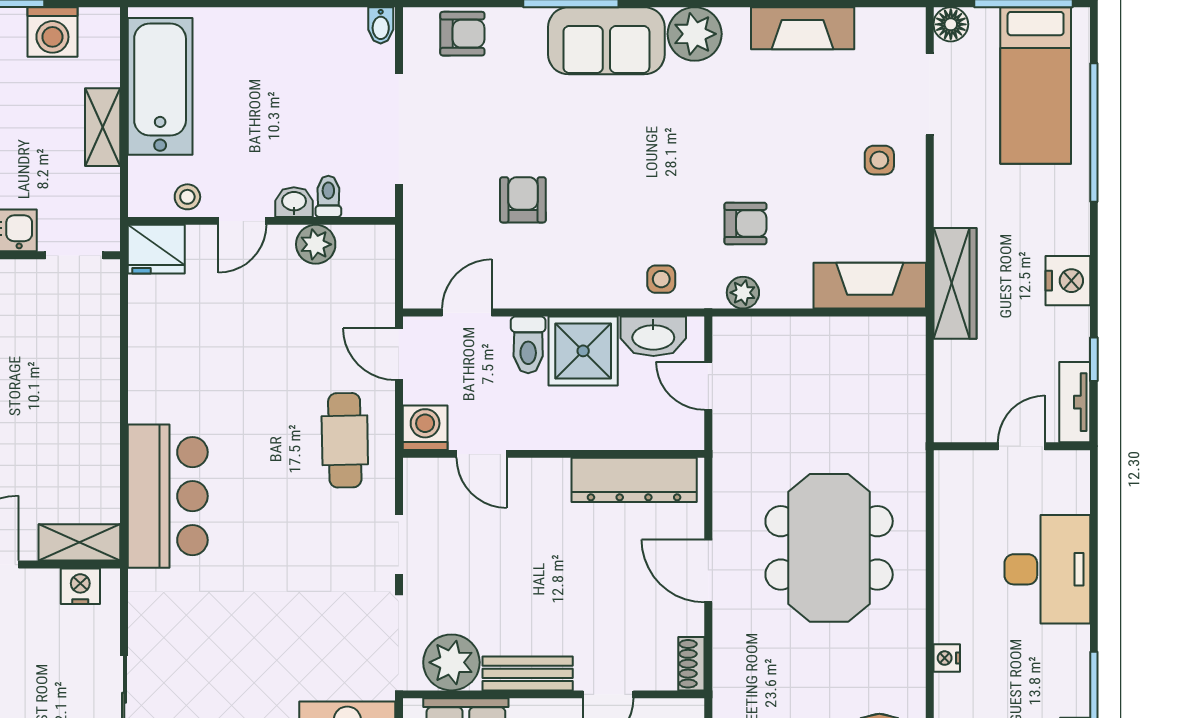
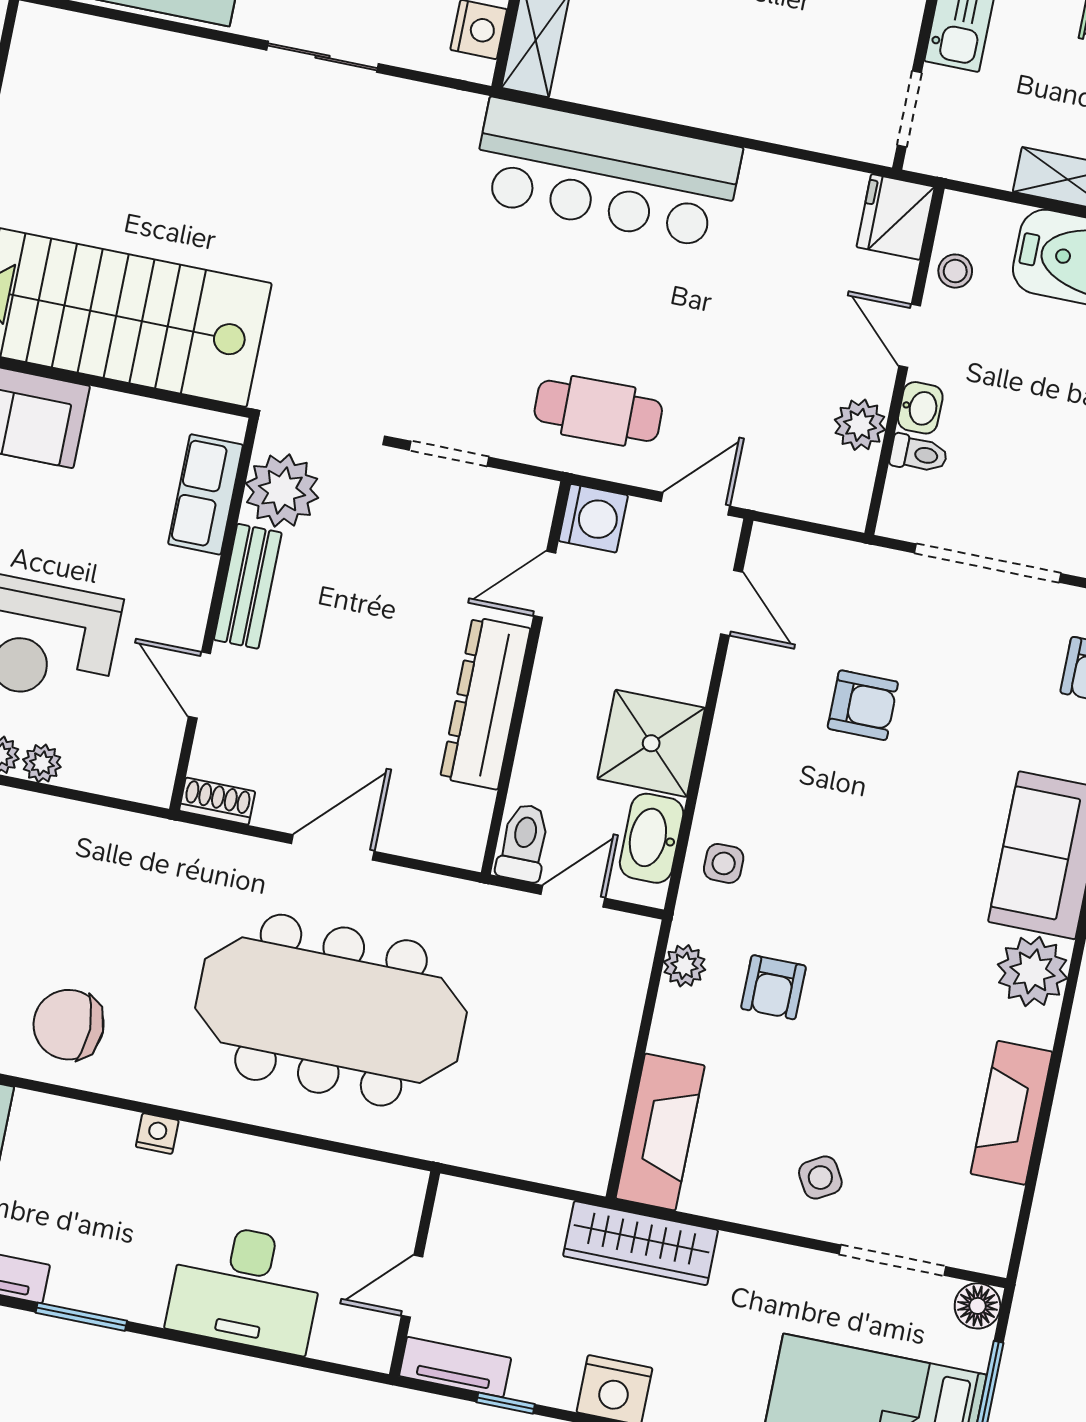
side table: (879, 160) -> (820, 1178), turned -30
toilet: (528, 345) -> (524, 843), moved, turned 90
door: (1021, 446) -> (412, 1286), swing flipped
dresser: (634, 480) -> (485, 703), moved
bar counter: (168, 496) -> (606, 173), width x1.36
meeting table: (829, 548) -> (331, 1010), width x1.36

